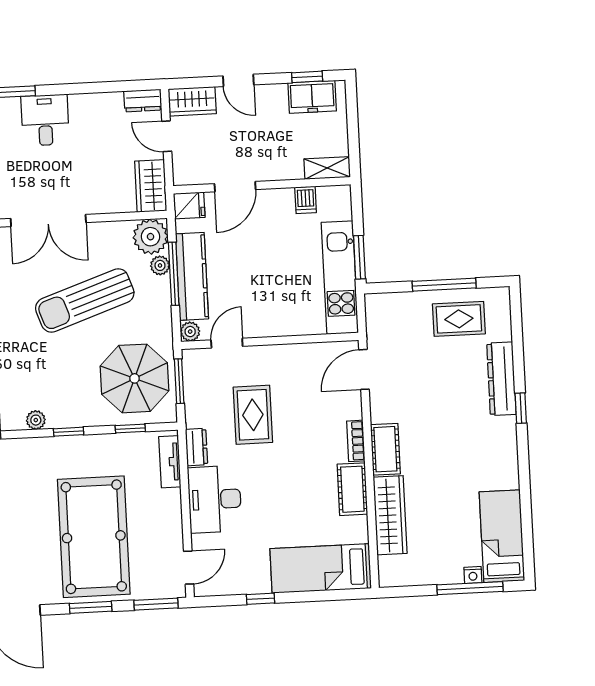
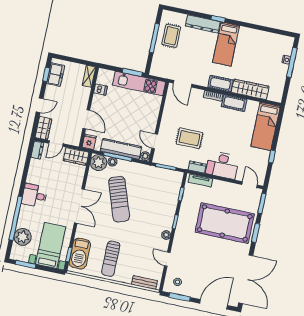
parasol: (134, 378) -> (159, 186), removed
bed: (502, 536) -> (226, 44), moved, turned -90

